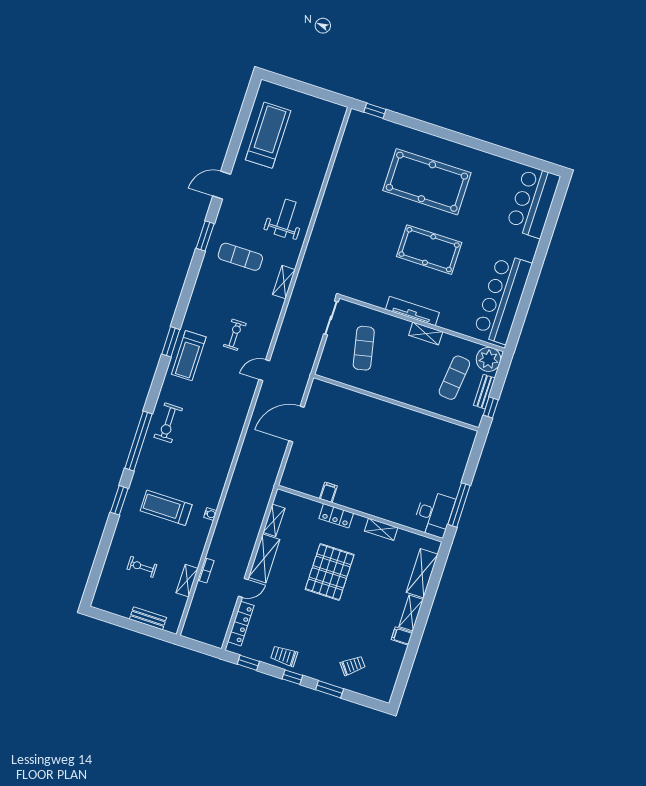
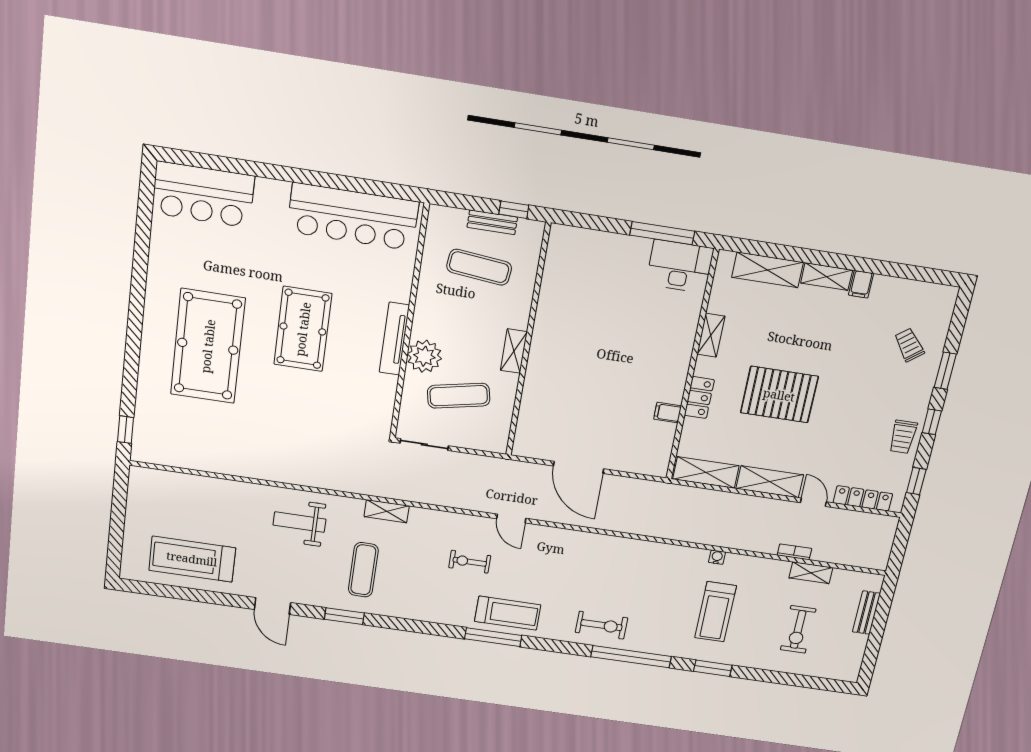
shelving: (426, 334) -> (514, 351), moved
window: (171, 342) -> (493, 637), width x1.44
plant: (489, 359) -> (424, 356), moved
shelving: (274, 520) -> (706, 472), width x1.50, depth x1.33
exercise bike: (142, 567) -> (798, 629), width x1.38, depth x1.39

